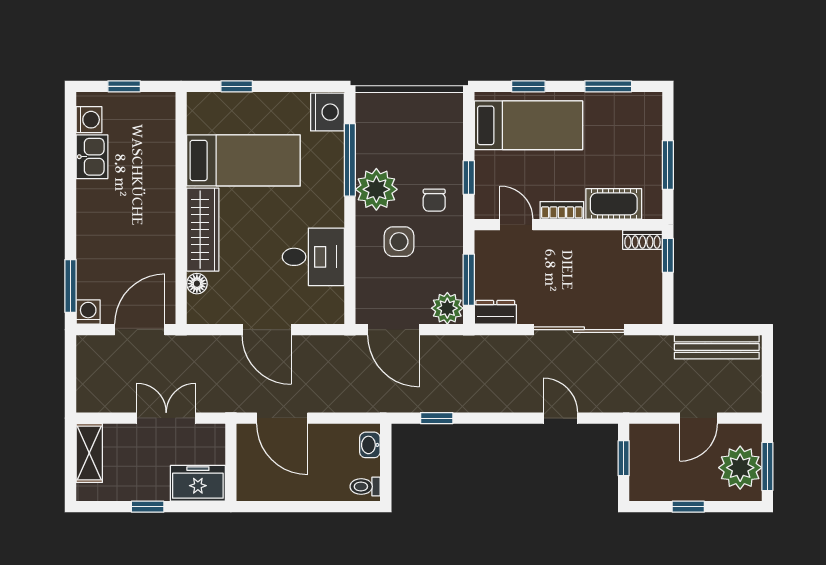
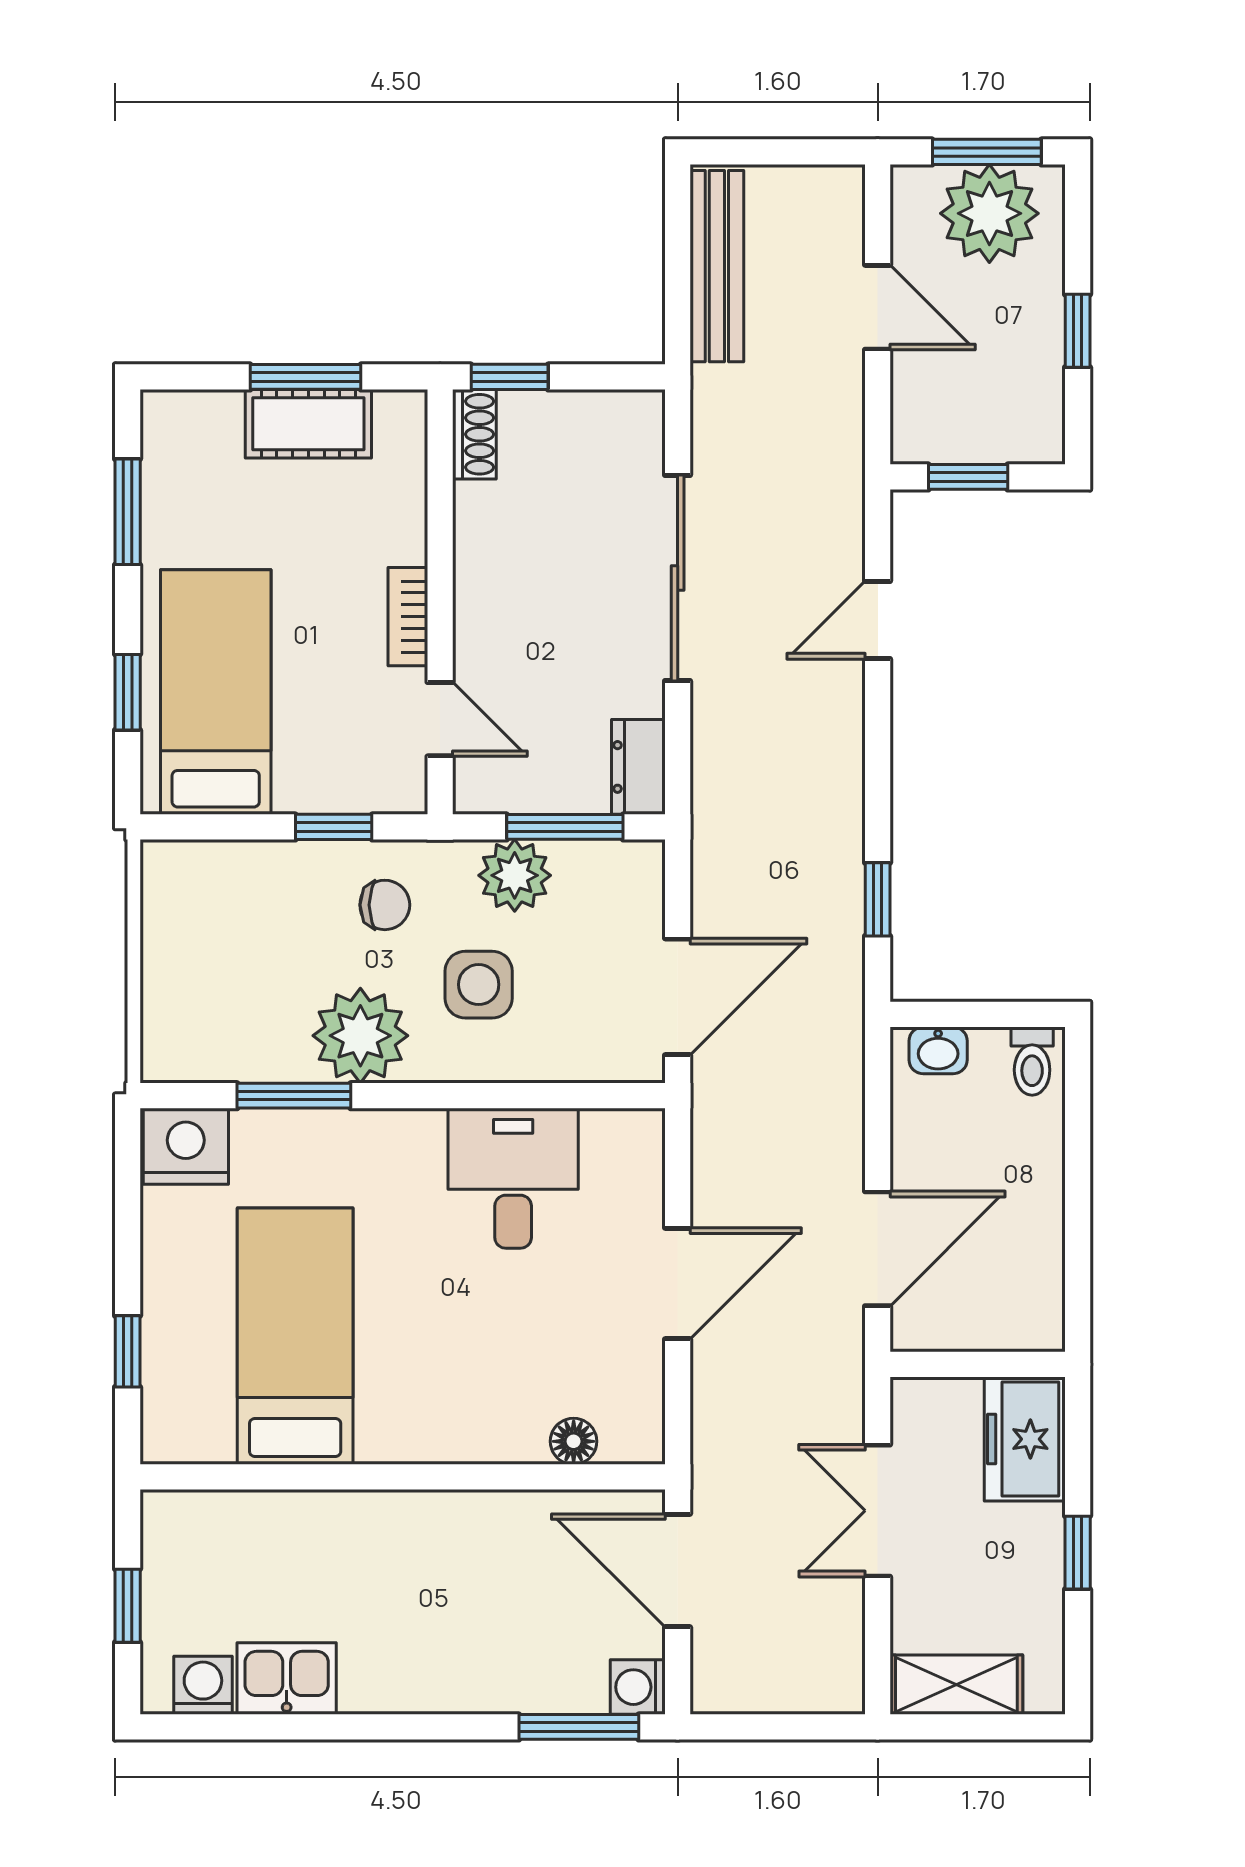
window: (350, 160) -> (294, 1096), width x0.69
cot: (614, 204) -> (308, 424), moved, turned 90
door: (516, 225) -> (440, 719), swing flipped
wardrobe: (203, 230) -> (452, 1428), removed
plant: (447, 308) -> (515, 875), moved

